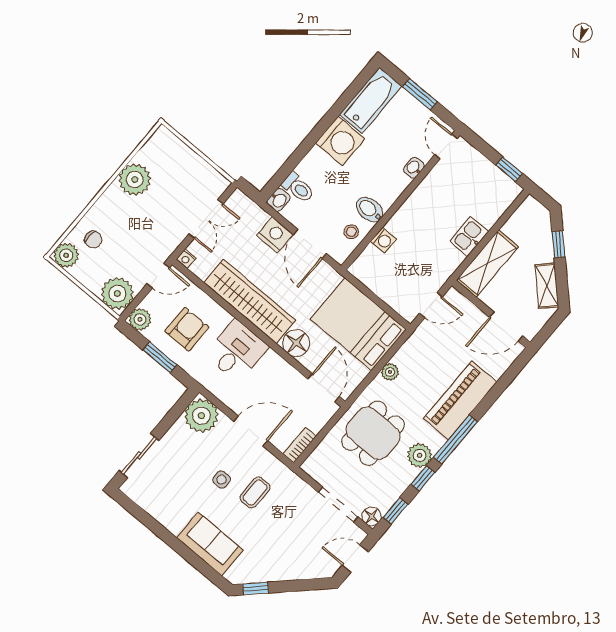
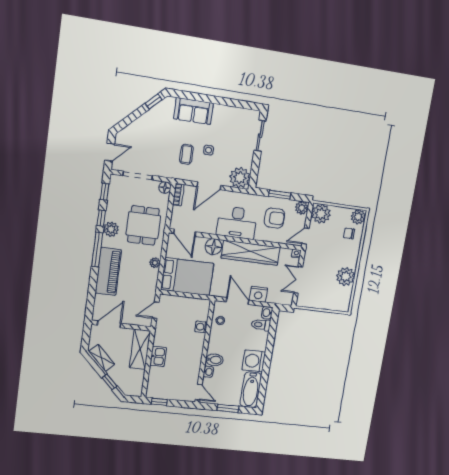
bidet: (370, 210) -> (214, 360), moved
armchair: (187, 329) -> (274, 218), turned -90
desk: (237, 351) -> (237, 223), width x1.37
floor lamp: (372, 516) -> (165, 187), moved

